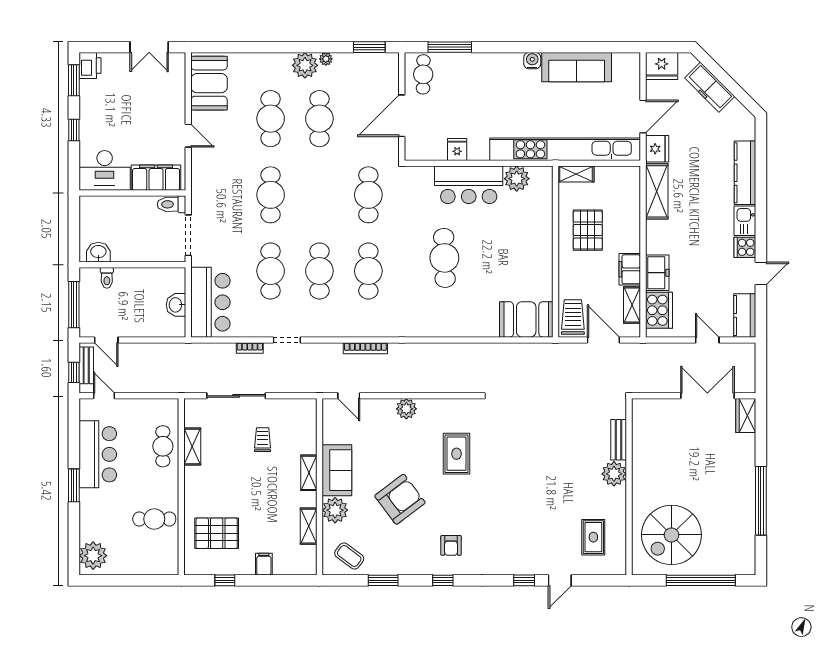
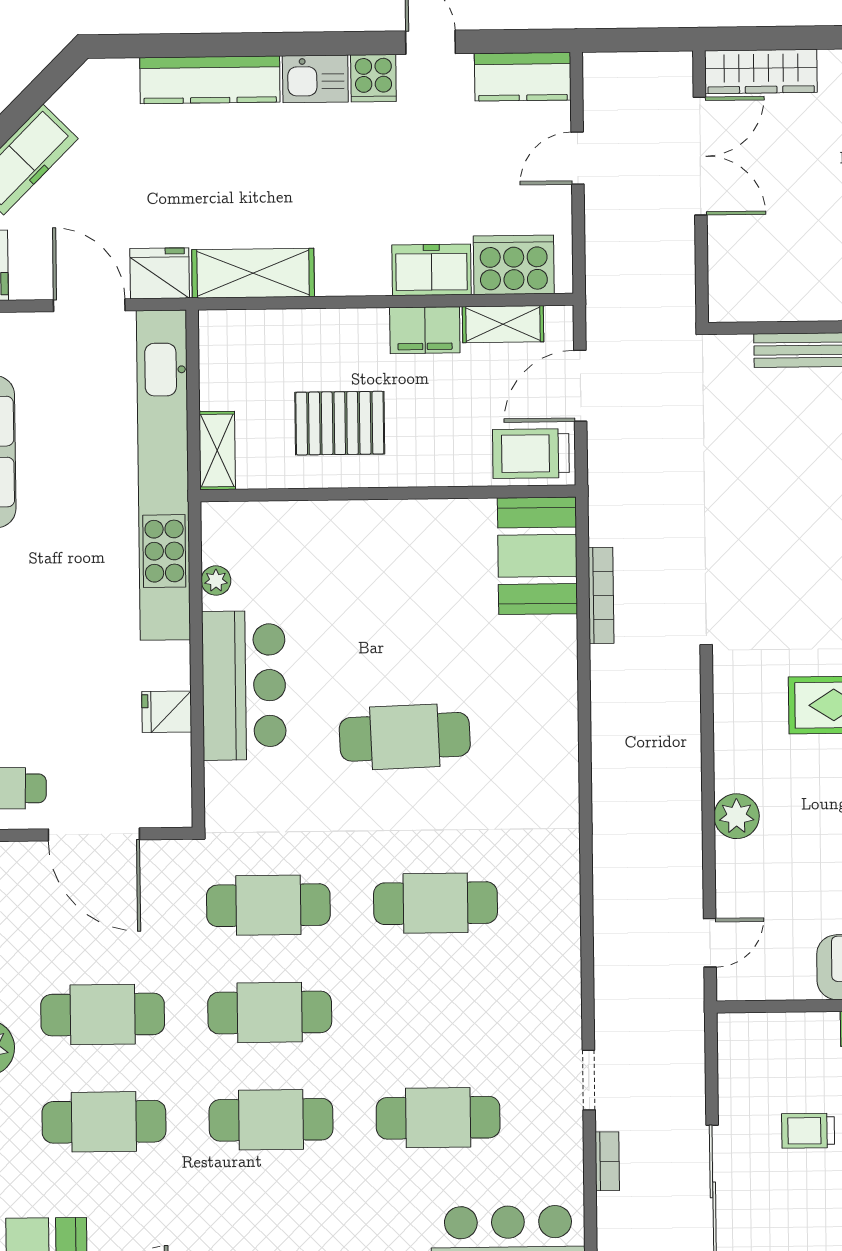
plant: (517, 179) -> (216, 581), width x0.53, depth x0.53
cafe table: (319, 271) -> (270, 1012), moved
bookcase: (365, 348) -> (601, 595), moved
double door: (707, 396) -> (700, 156), swing flipped
wardrobe: (746, 416) -> (761, 71), width x1.50

